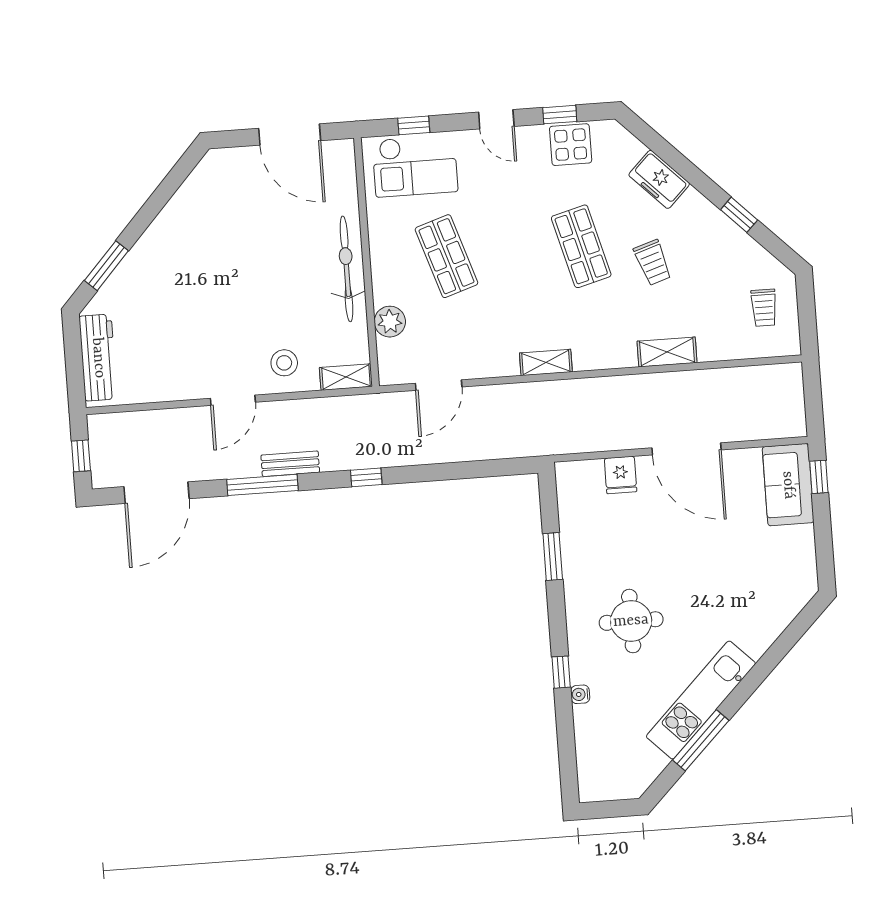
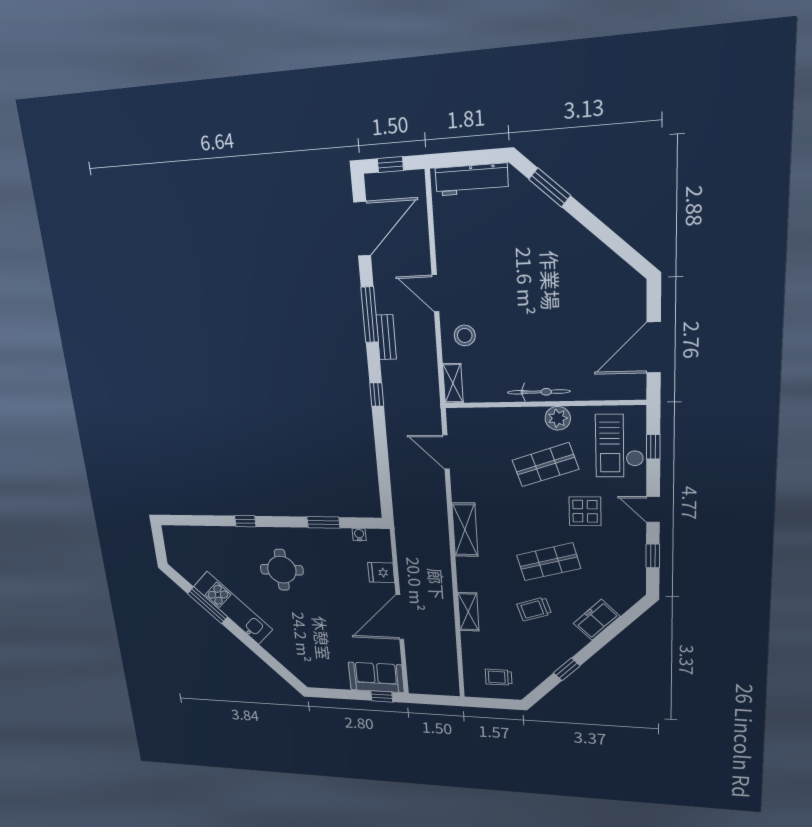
door: (496, 119) -> (653, 510), hinge flipped
display table: (571, 145) -> (585, 511), moved
bicycle: (347, 269) -> (539, 392), width x0.73, depth x0.71
plant: (390, 322) -> (558, 418), moved
shelving: (546, 362) -> (465, 530), width x1.50, depth x1.33
door: (156, 493) -> (362, 229), swing flipped
water cooler: (580, 694) -> (359, 535), moved

